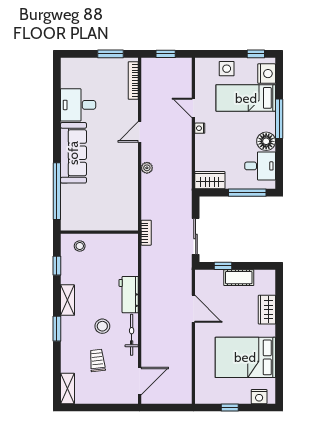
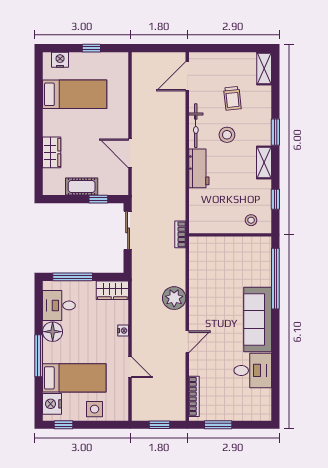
nightstand: (200, 128) -> (123, 331), moved
plant: (147, 168) -> (174, 298), width x1.88, depth x1.88
bed: (245, 357) -> (75, 94), width x0.67

